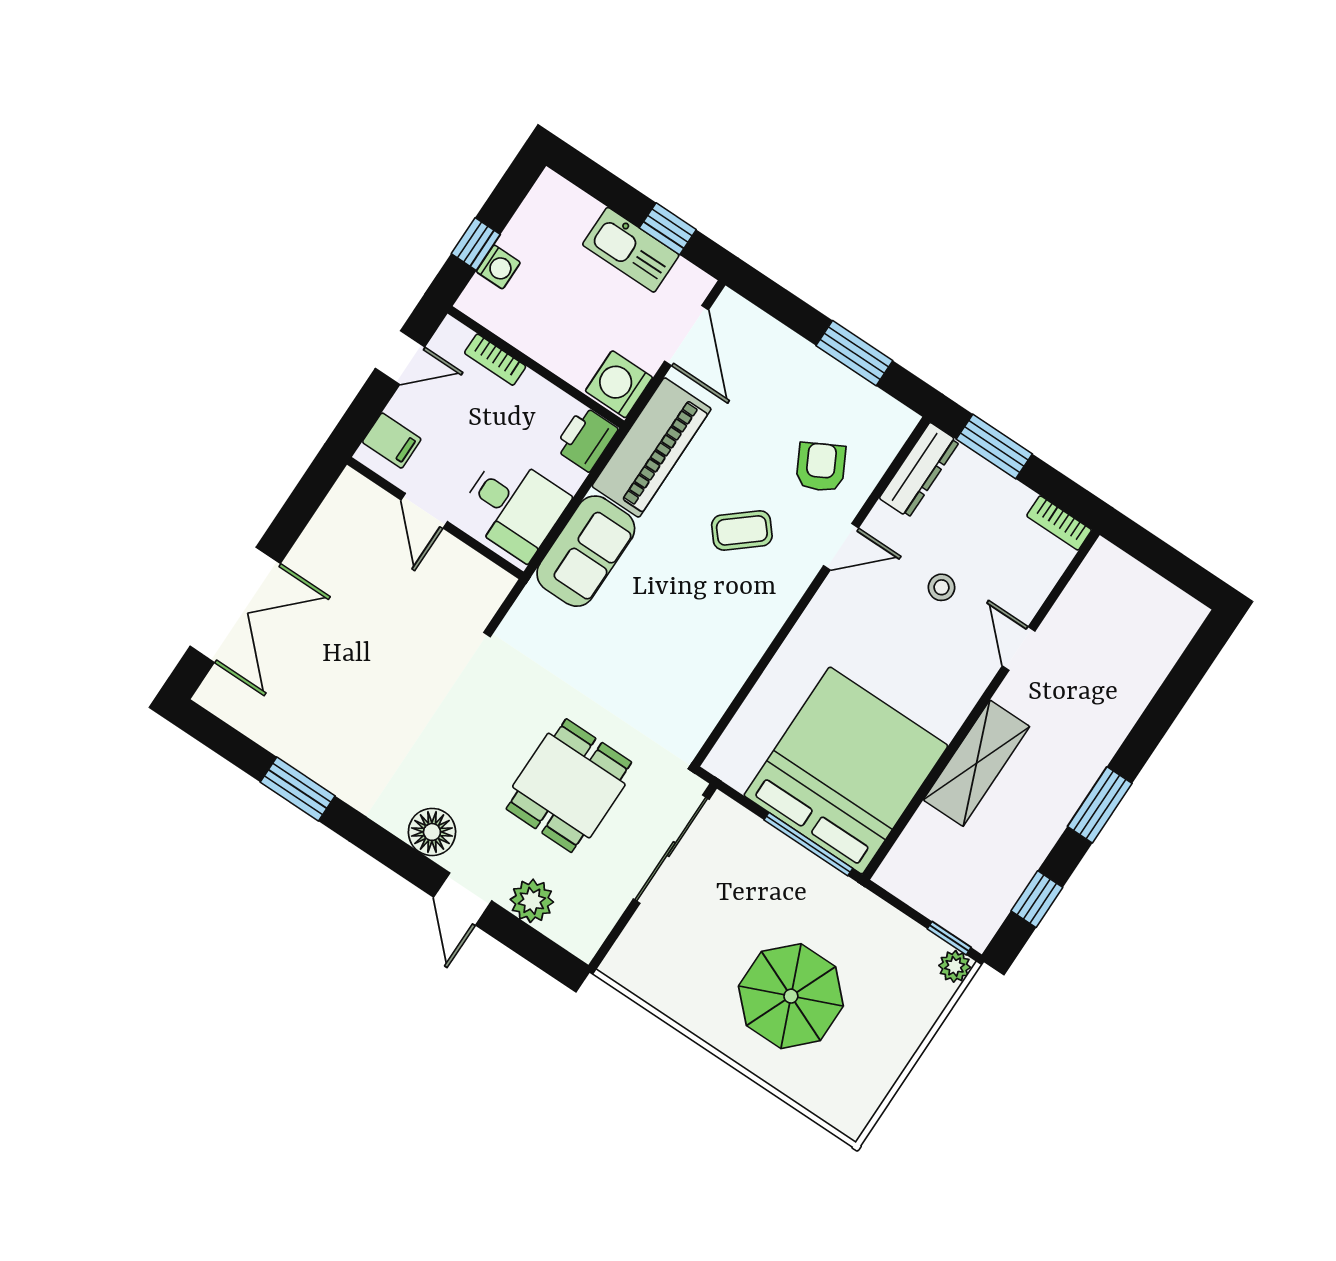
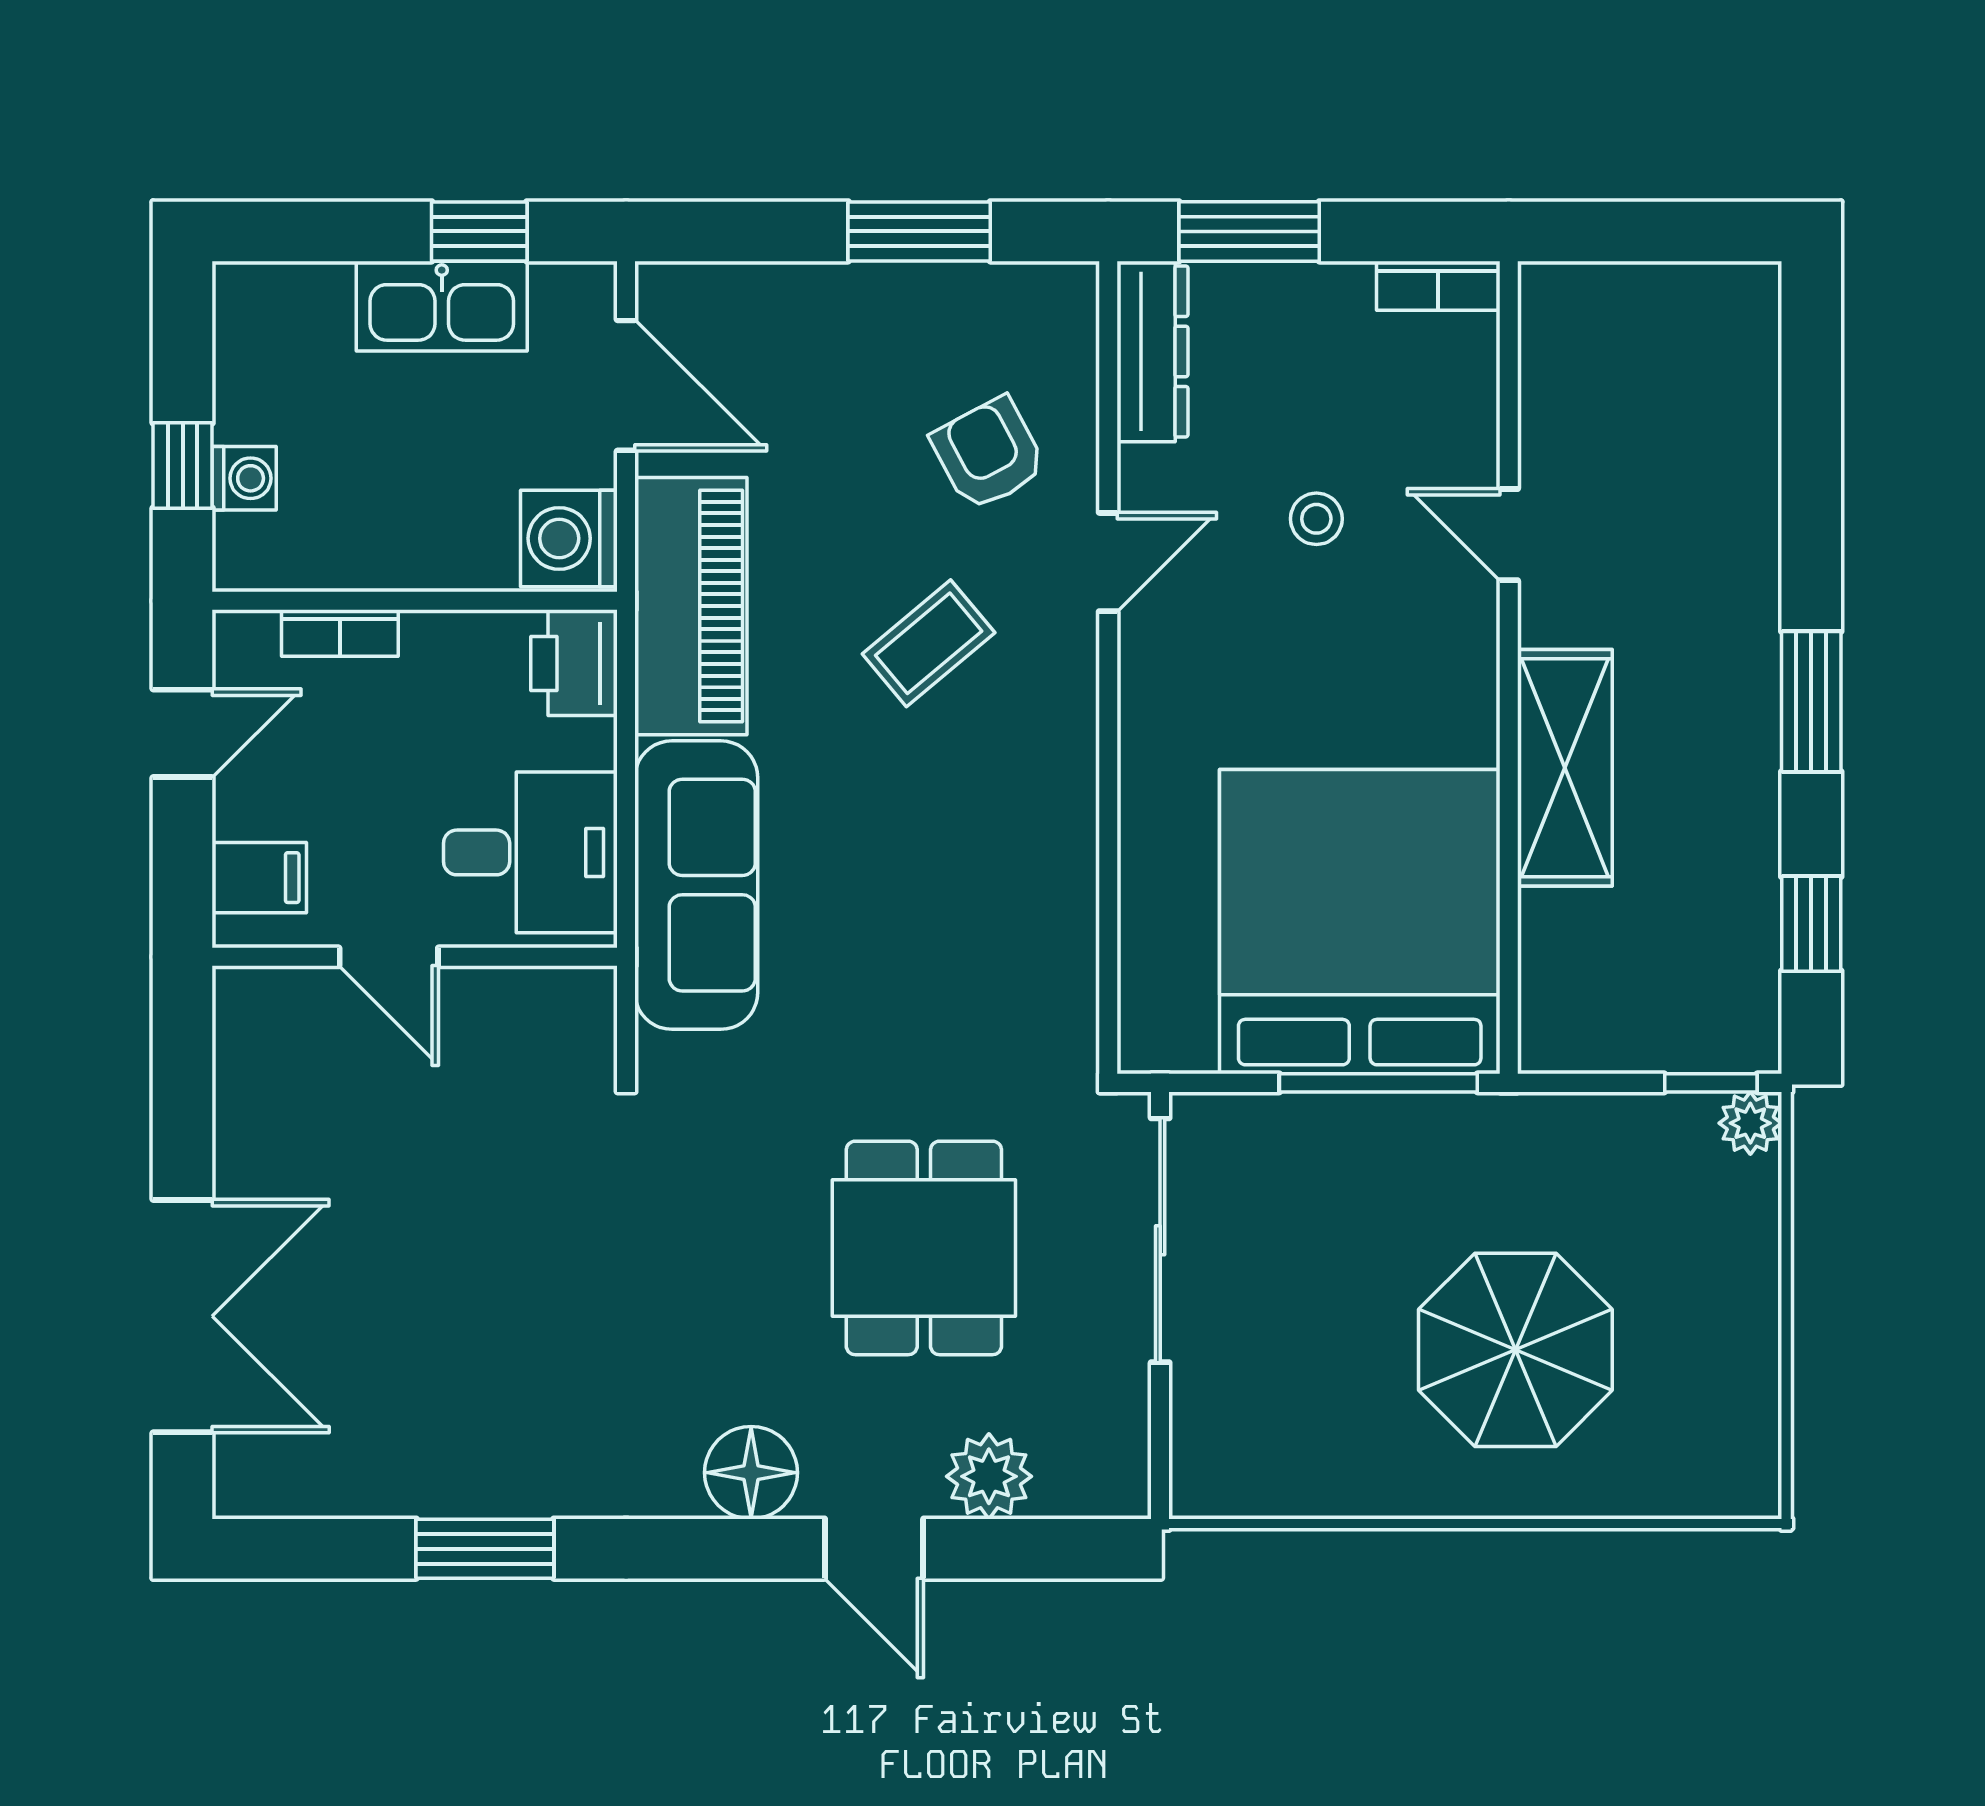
sofa: (586, 551) -> (696, 885), width x1.36

